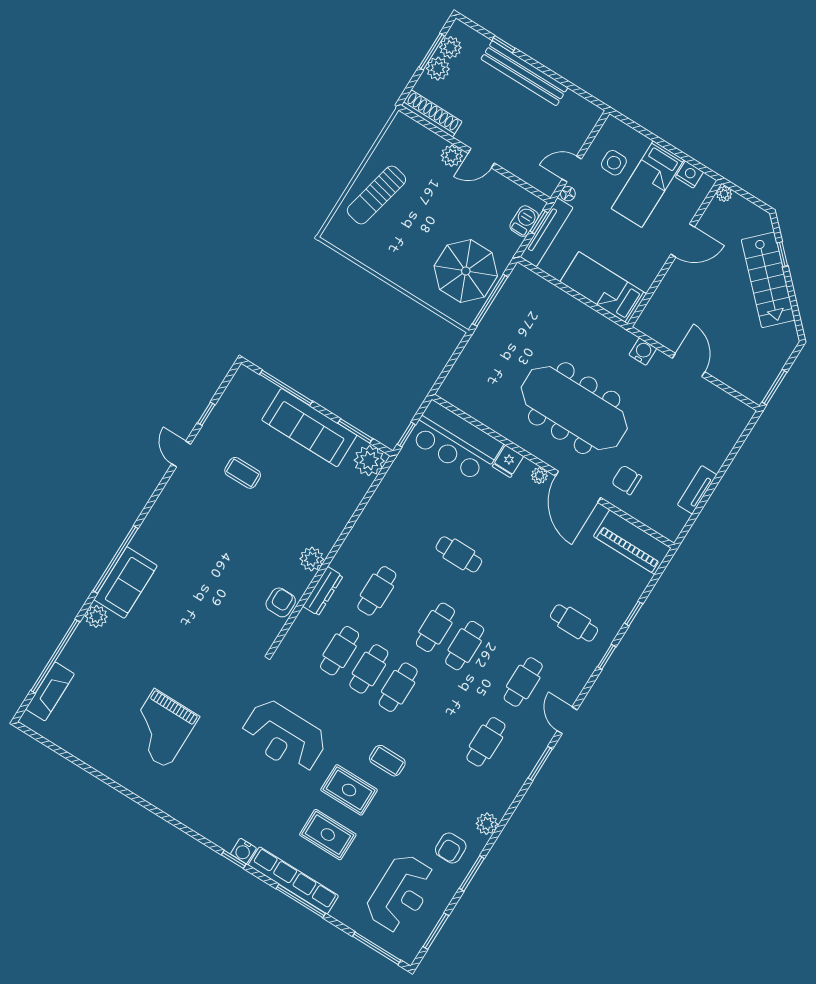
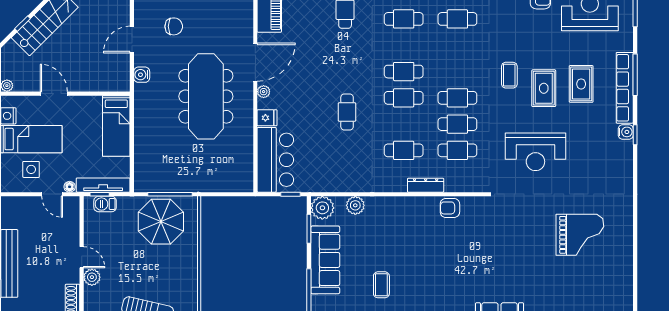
chair: (627, 480) -> (174, 26), moved, turned -90
plant: (312, 559) -> (355, 205), moved
reception desk: (284, 737) -> (535, 152), turned 90

